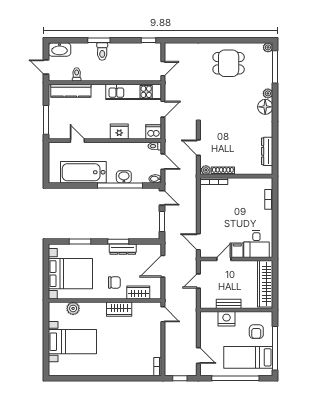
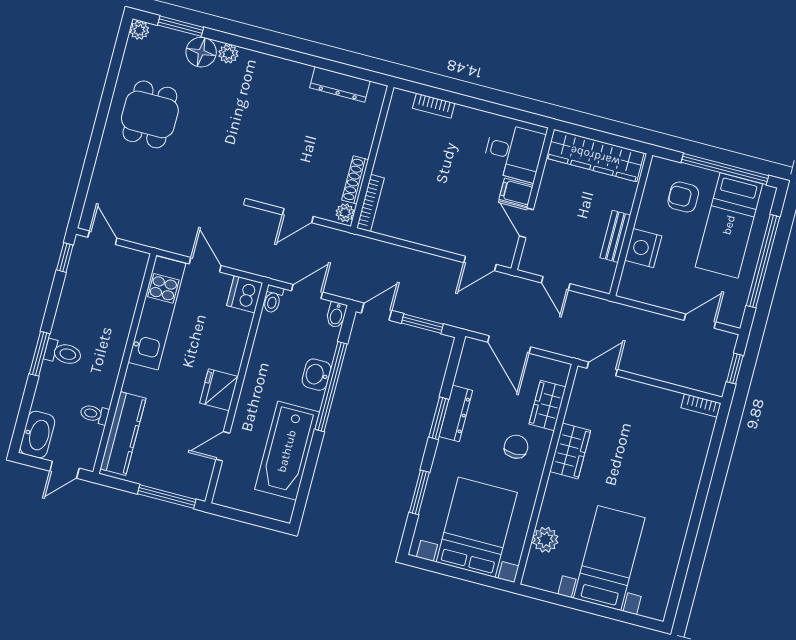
window: (275, 67) -> (181, 26), width x0.69
door: (163, 69) -> (102, 238), moved
floor lamp: (265, 107) -> (201, 52), moved
fridge: (119, 132) -> (219, 390), moved
armchair: (256, 332) -> (683, 197), turned 180

